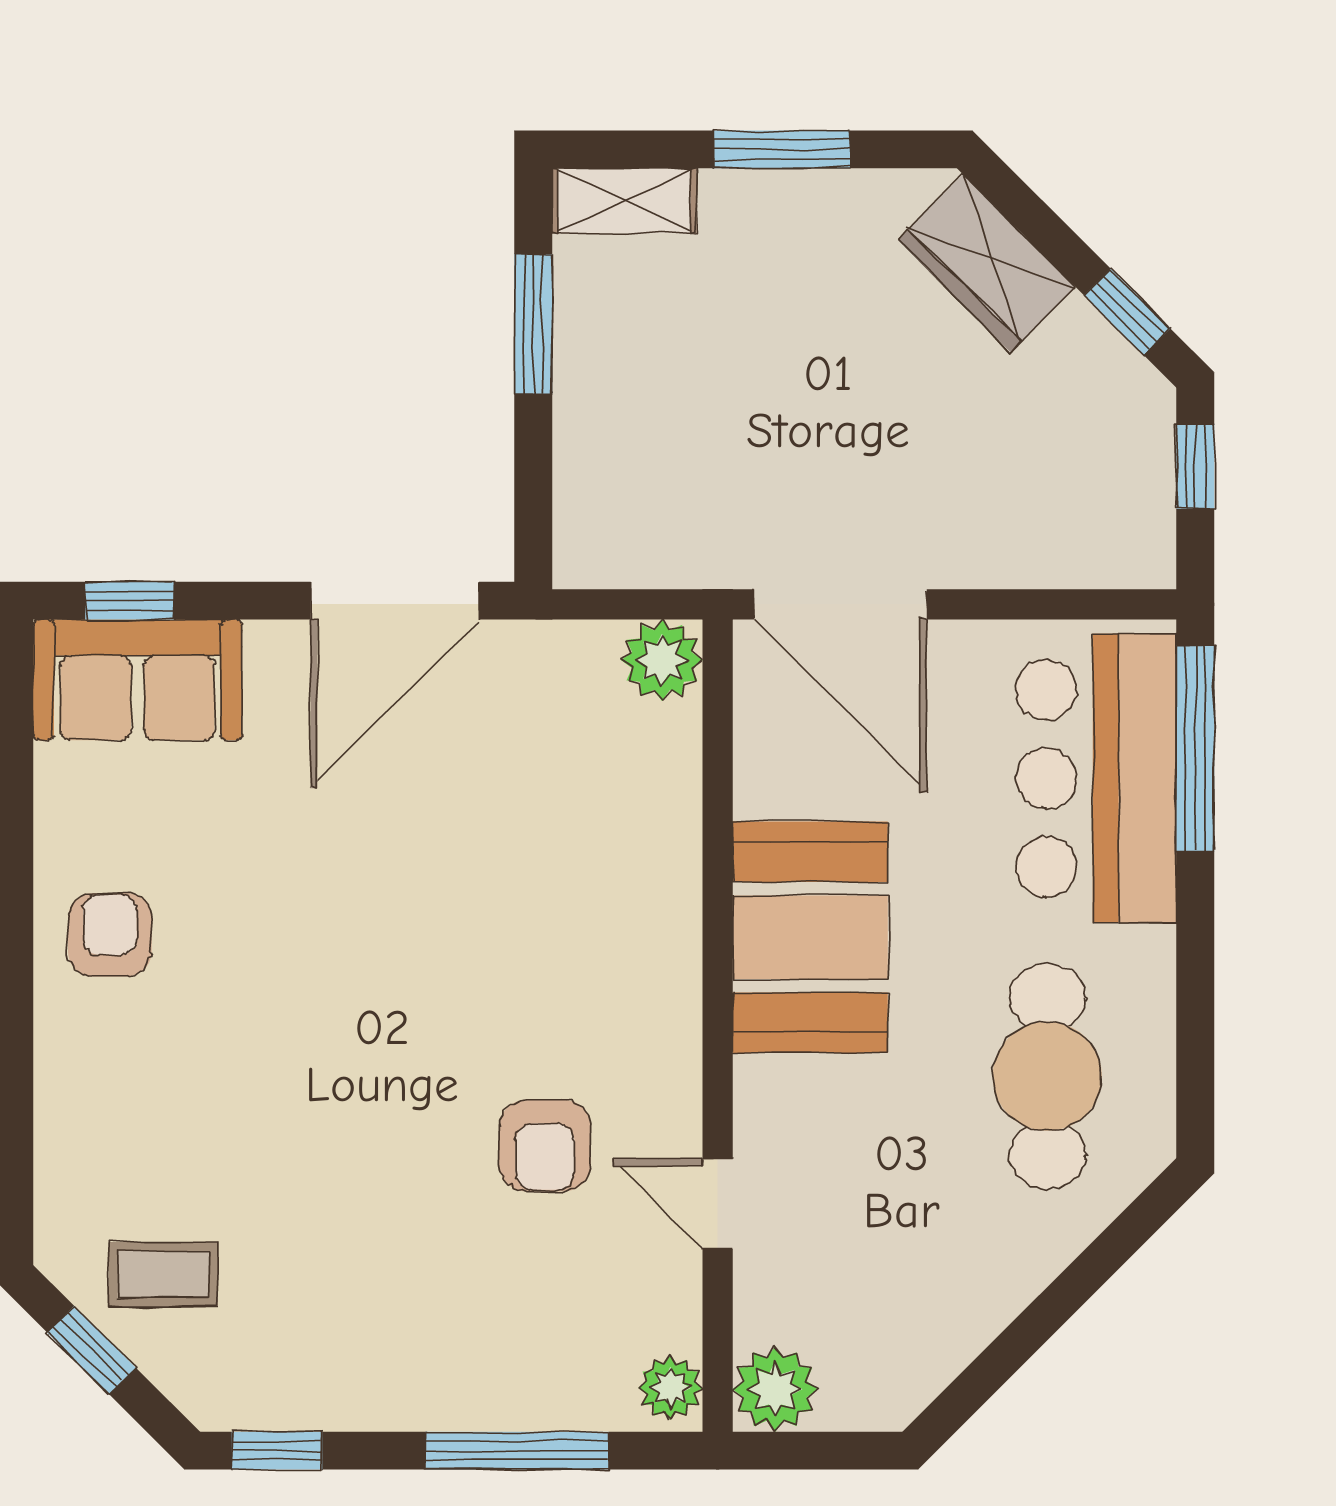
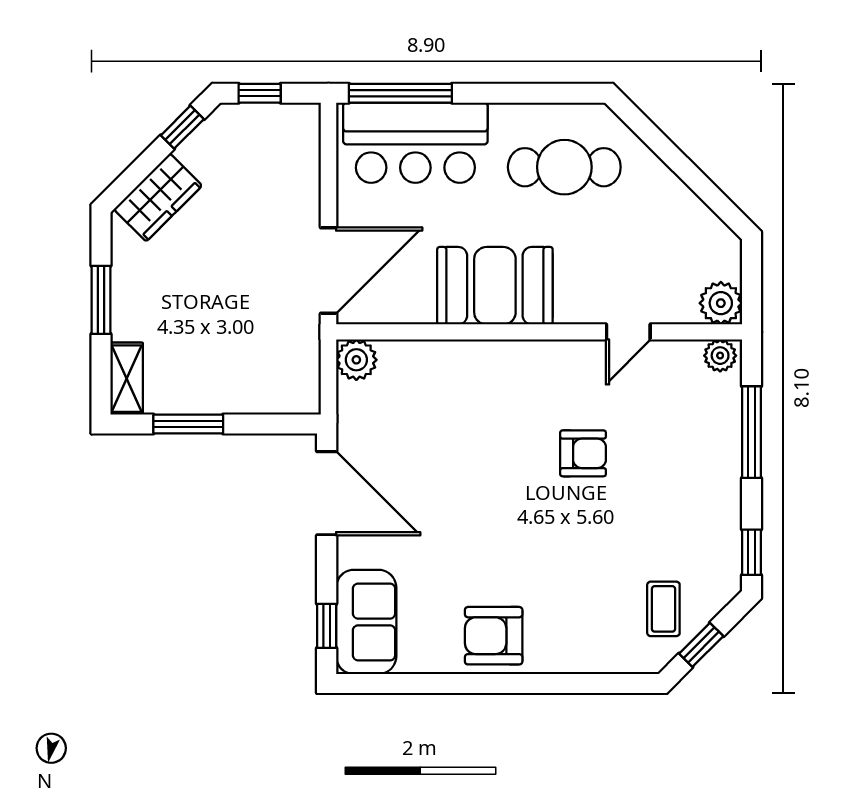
armchair: (110, 935) -> (494, 636), width x1.38, depth x1.38
armchair: (545, 1146) -> (583, 453), moved

